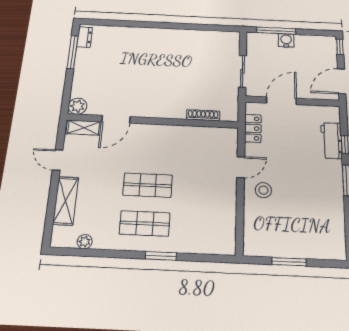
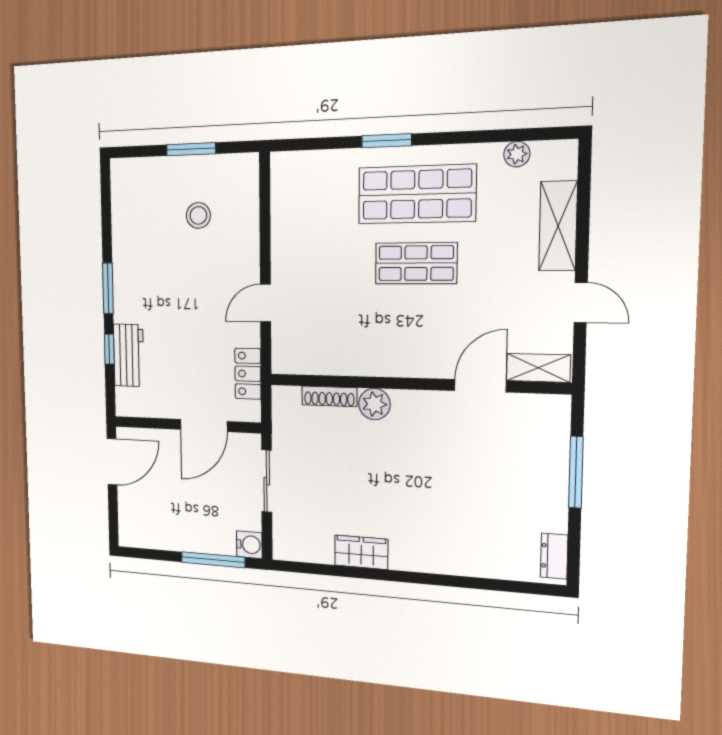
wardrobe: (188, 36) -> (361, 552), added
water cooler: (286, 40) -> (249, 545), moved, turned -90
window: (340, 47) -> (114, 526), removed
window: (73, 52) -> (576, 472), moved
plant: (78, 106) -> (374, 404), moved
stool: (263, 190) -> (198, 215), moved
shop shelf: (145, 223) -> (417, 194), width x1.43, depth x1.36

